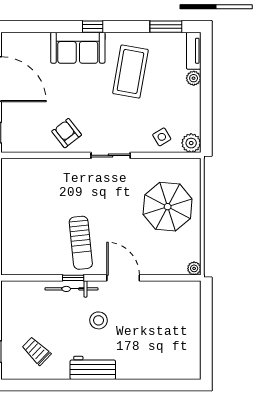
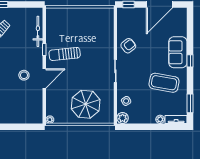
bicycle: (72, 289) -> (38, 31), moved
stool: (99, 320) -> (24, 75), moved

